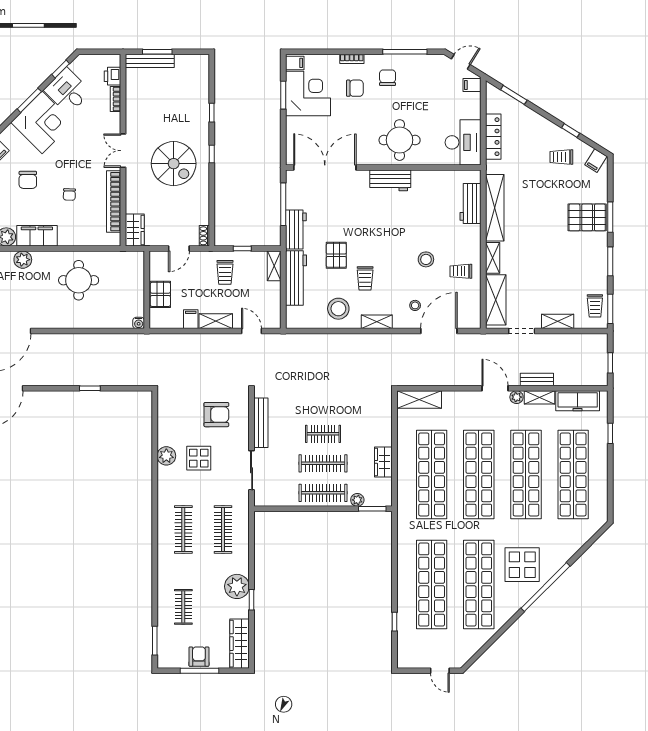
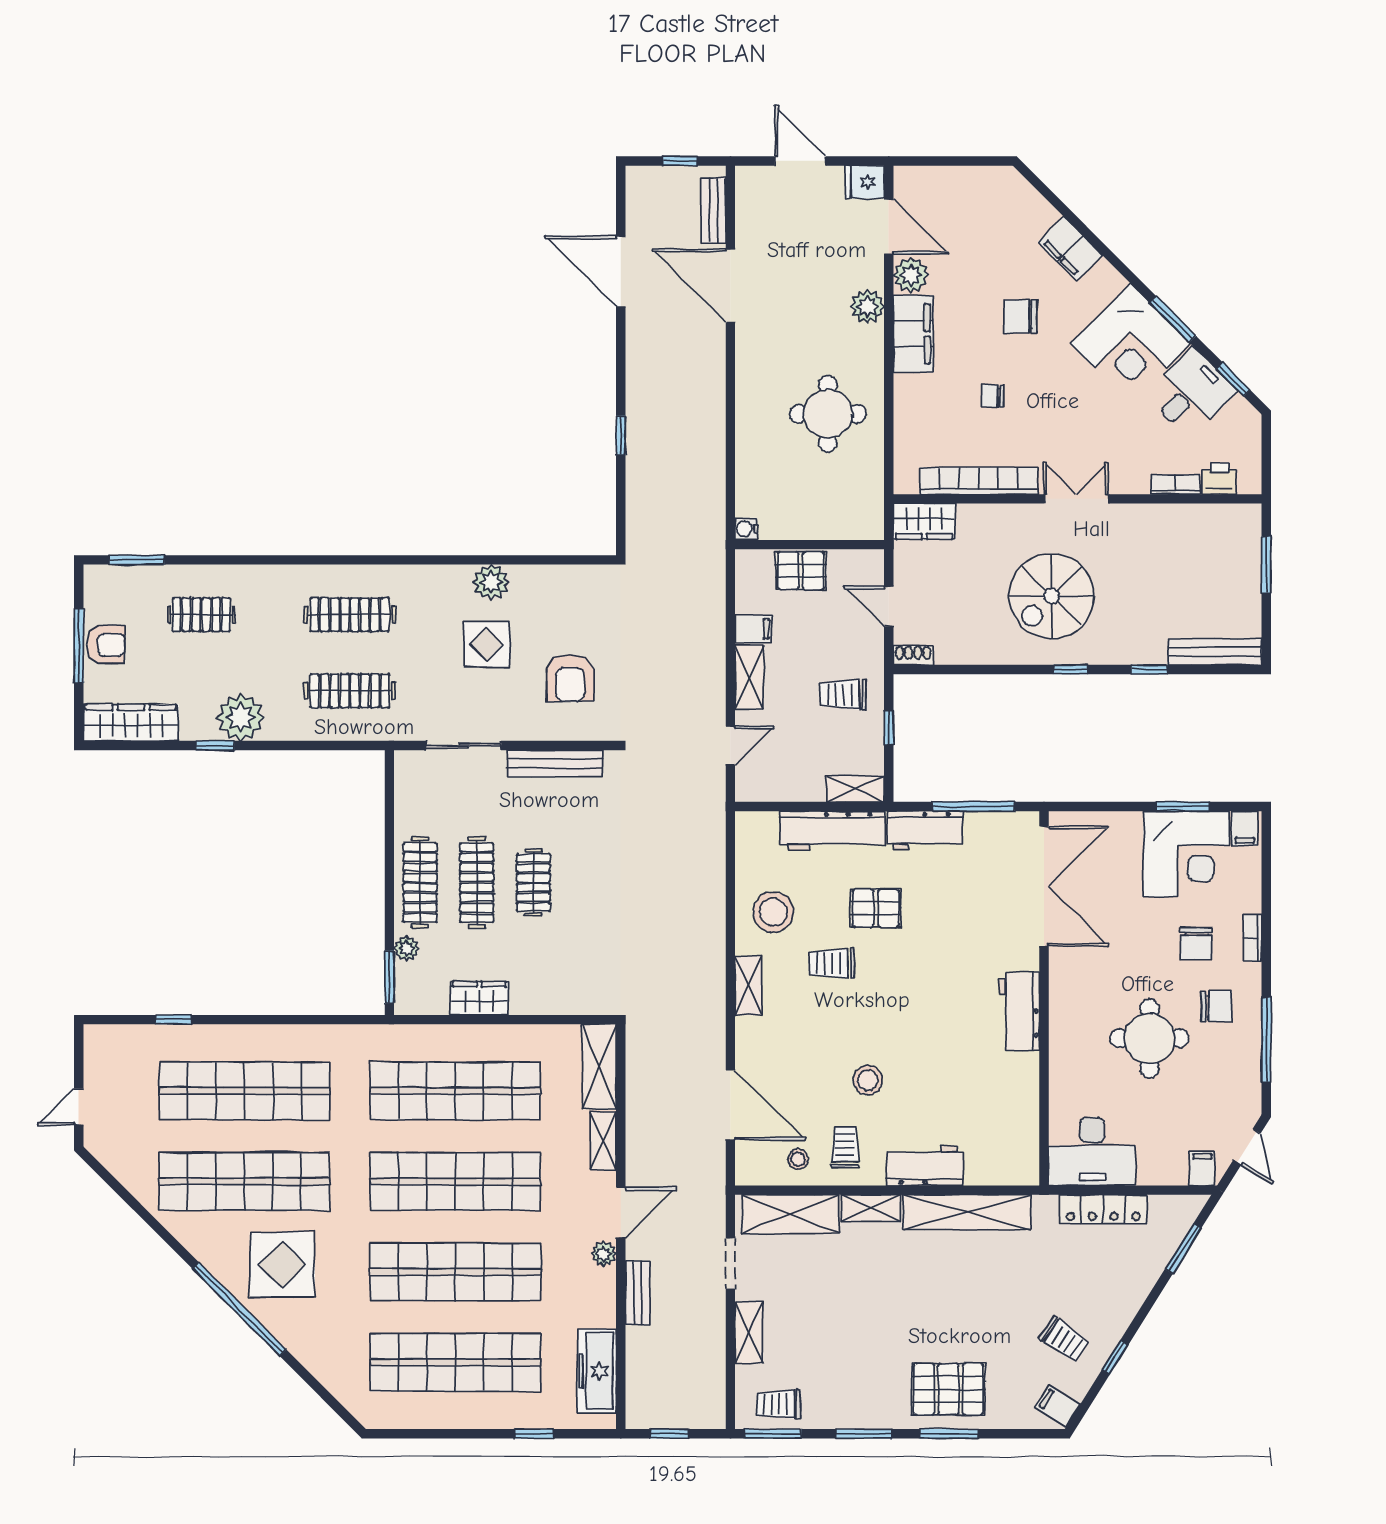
bench: (150, 61) -> (1215, 652), moved, turned 90
round table: (400, 140) -> (1149, 1038), moved
trolley: (561, 157) -> (1064, 1340), turned 125
workbench: (471, 204) -> (925, 1166), moved
pallet: (587, 217) -> (948, 1389), turned 90
stool: (415, 305) -> (798, 1159), moved
shelving: (539, 397) -> (603, 1141), moved

